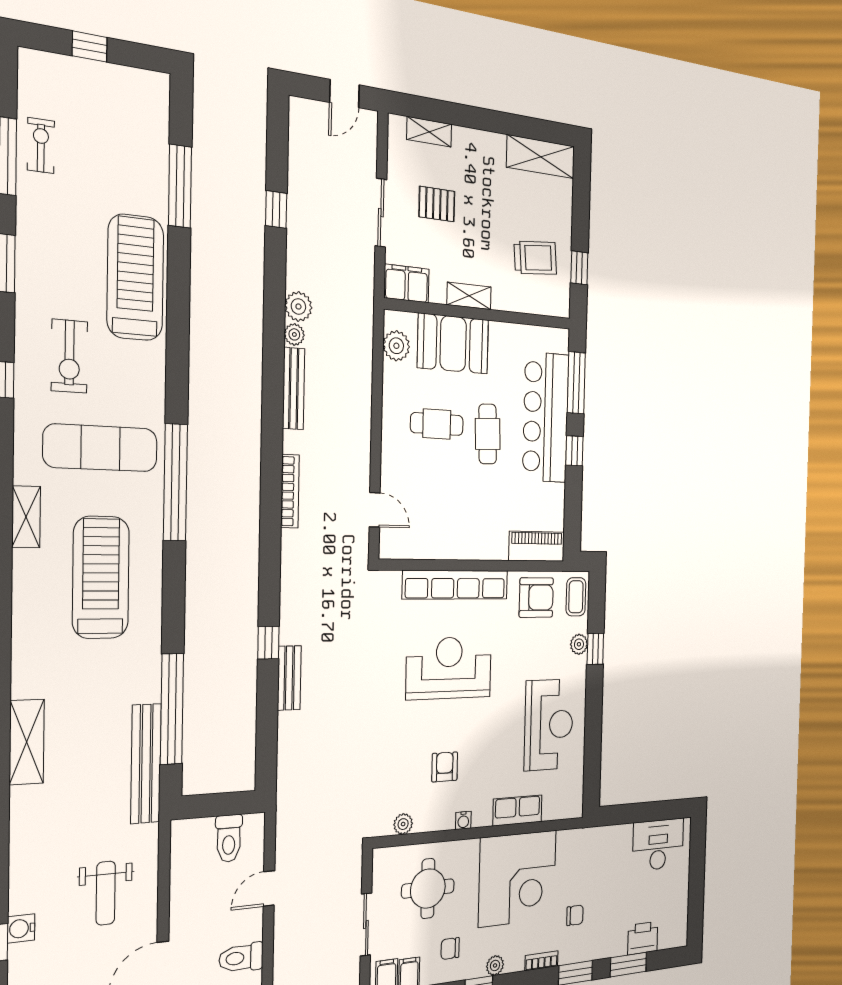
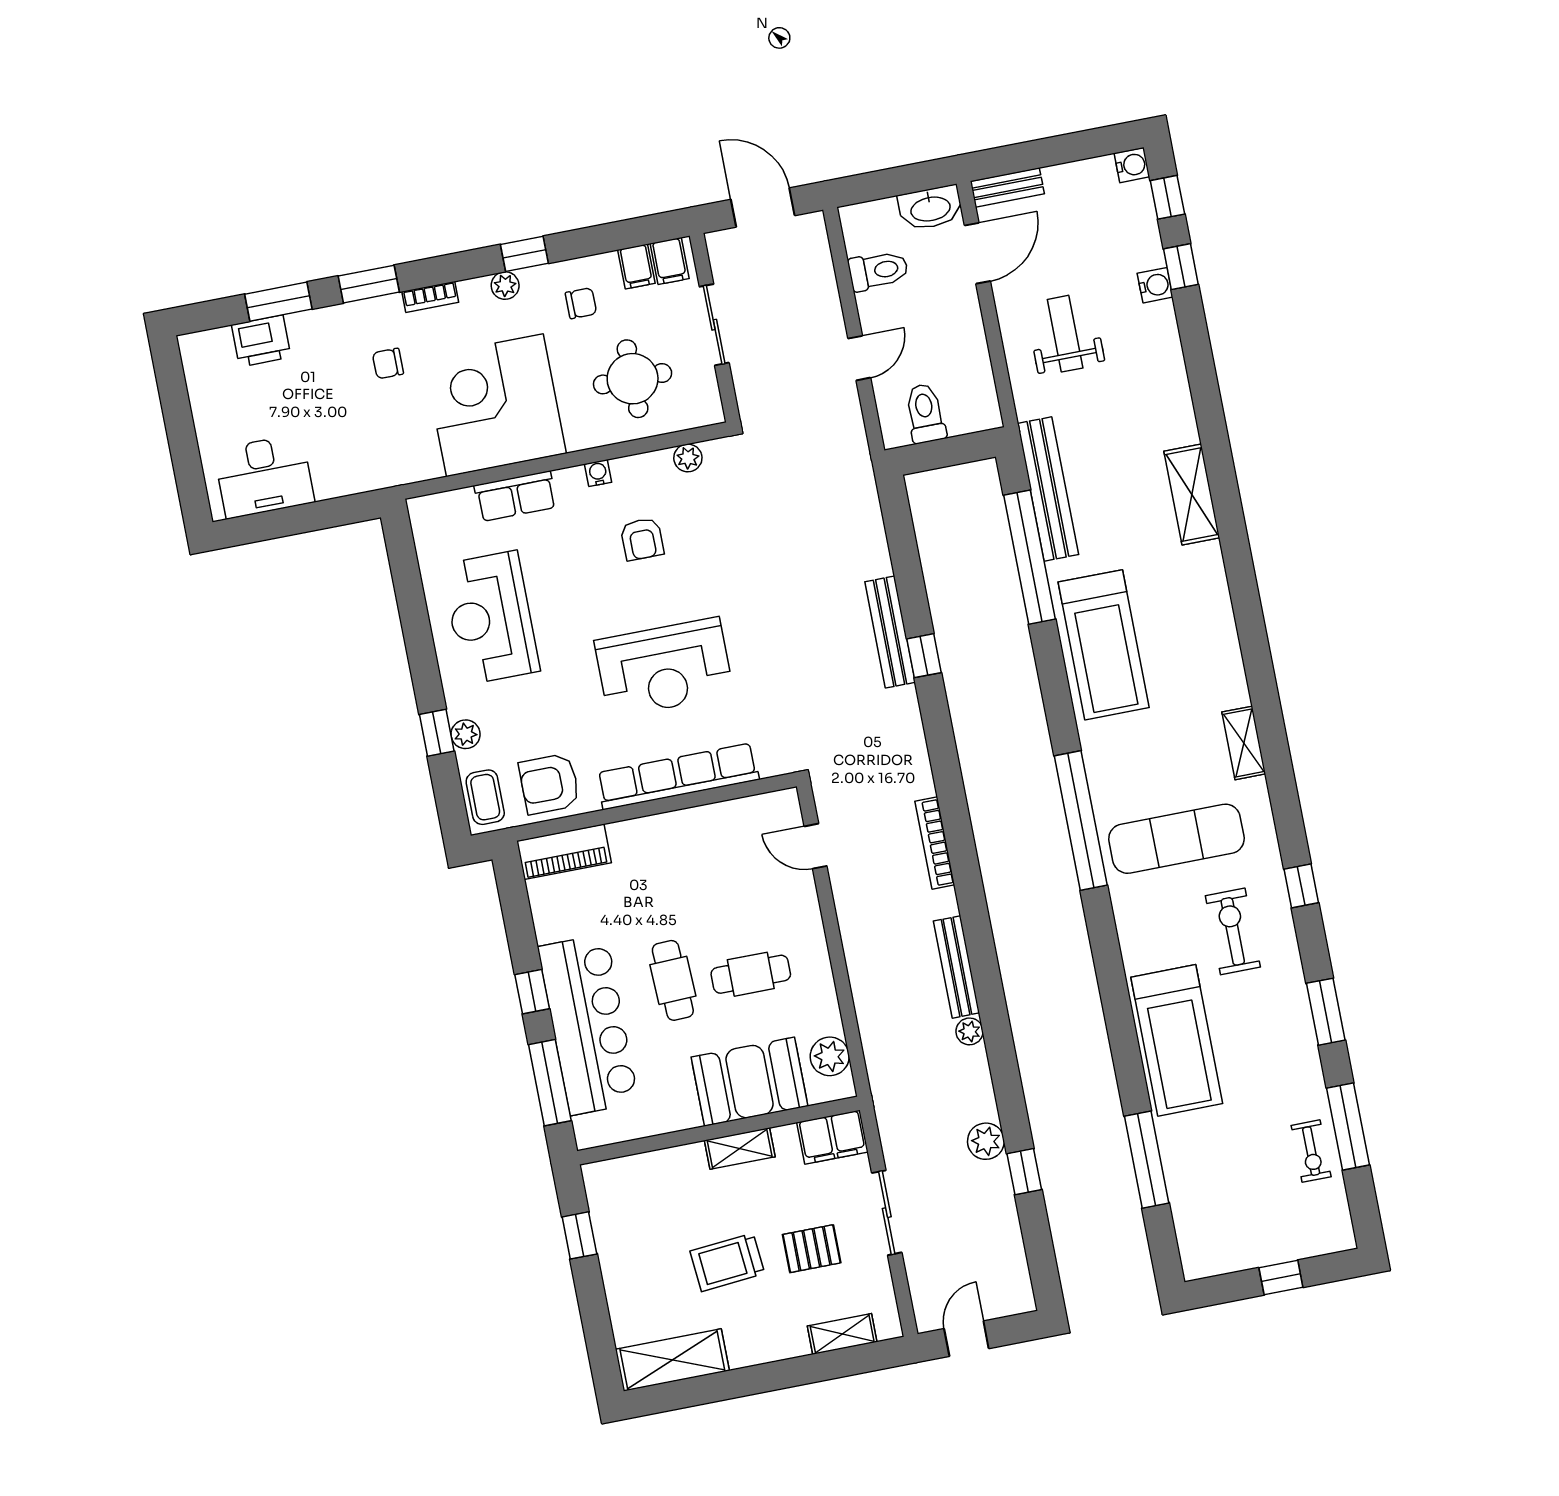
trolley: (535, 258) -> (727, 1262), moved
plant: (298, 307) -> (986, 1141), moved
treadmill: (101, 577) -> (1104, 645), moved
bench: (289, 678) -> (890, 632), width x1.36

